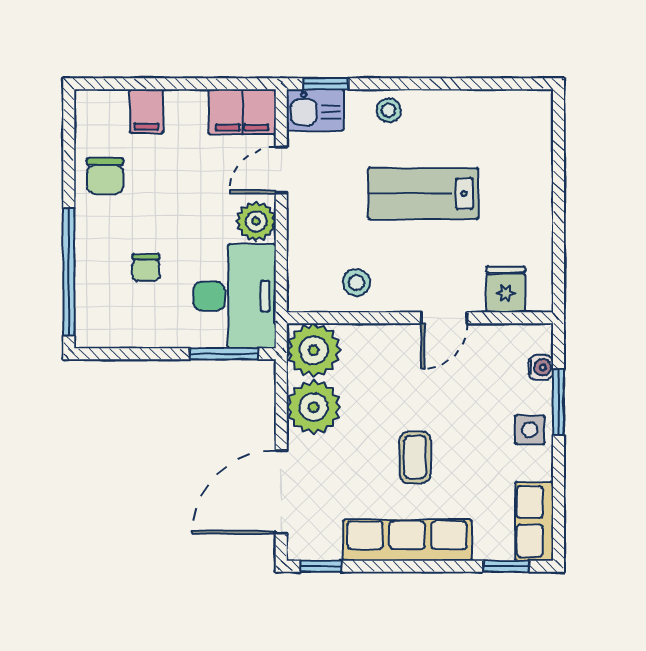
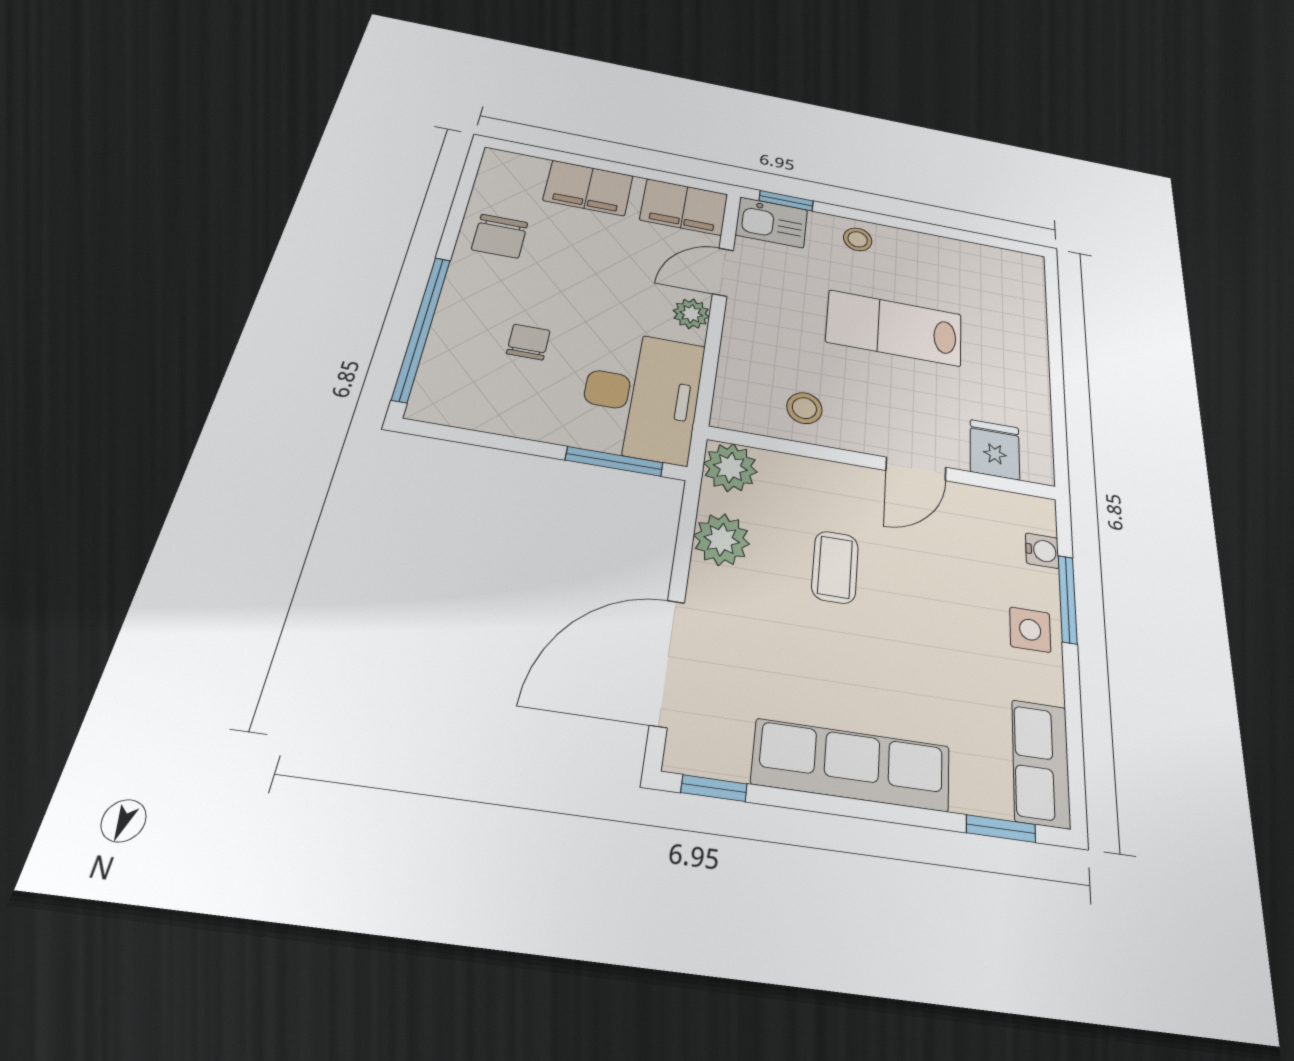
filing cabinet: (147, 111) -> (588, 188), width x2.00
plant: (256, 221) -> (691, 314), width x0.73, depth x0.73
chair: (146, 268) -> (528, 342), turned 180
plant: (314, 350) -> (730, 468), width x0.73, depth x0.73
plant: (314, 407) -> (722, 540), width x0.73, depth x0.73
coffee table: (415, 457) -> (835, 567), moved

